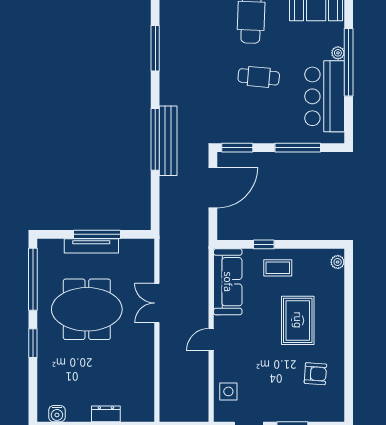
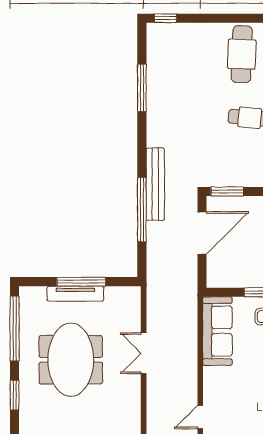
window: (155, 139) -> (142, 210), moved
meeting table: (87, 309) -> (71, 360), turned 90
door: (211, 340) -> (200, 417), moved

